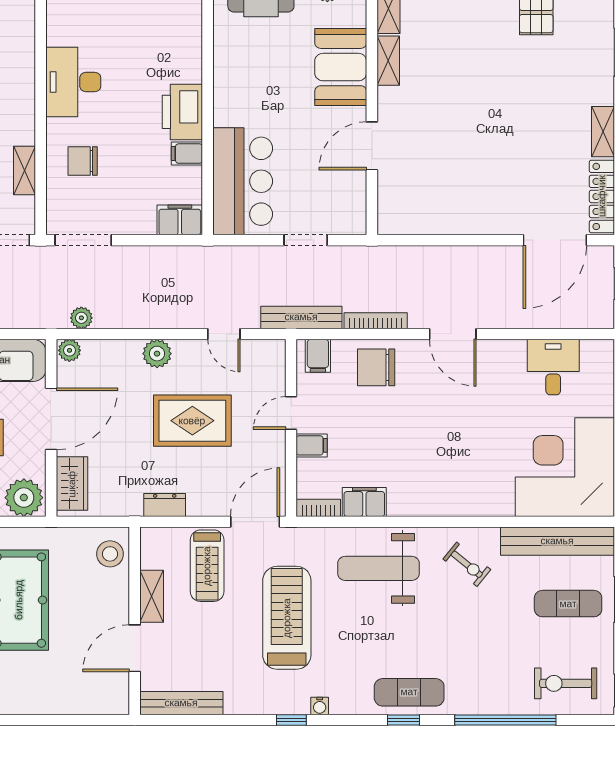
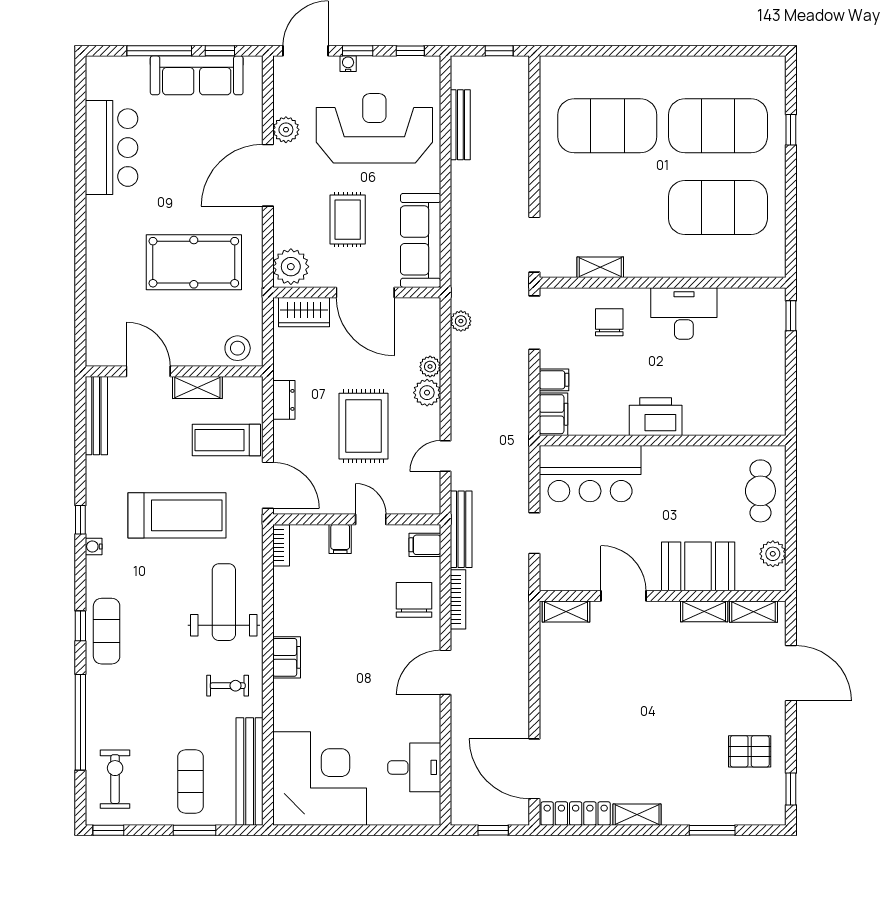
filing cabinet: (187, 154) -> (554, 380), moved, turned 90
shelving: (388, 207) -> (566, 611), added
plant: (69, 350) -> (430, 367), moved
filing cabinet: (364, 502) -> (287, 657), moved
exercise bike: (467, 564) -> (228, 686), turned -129

